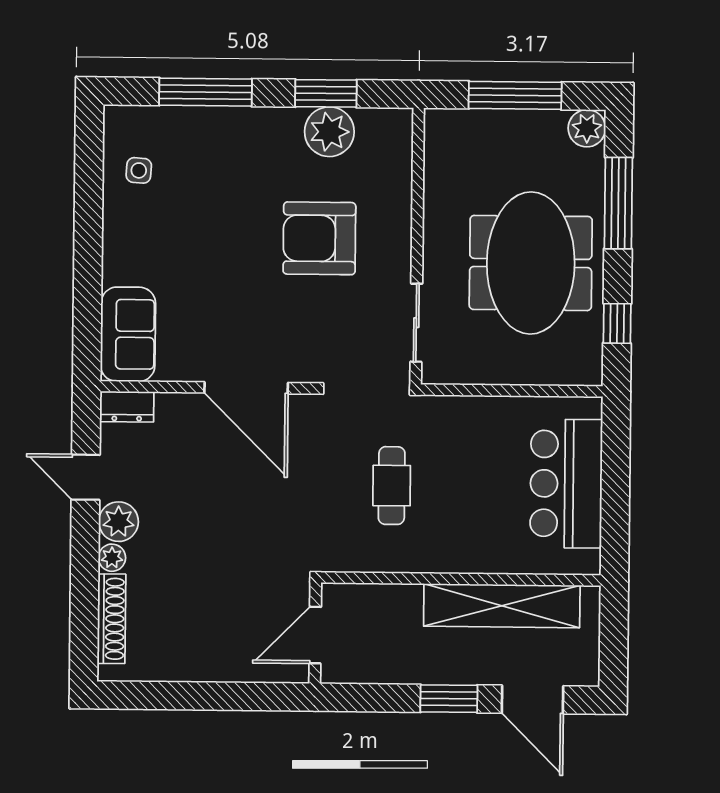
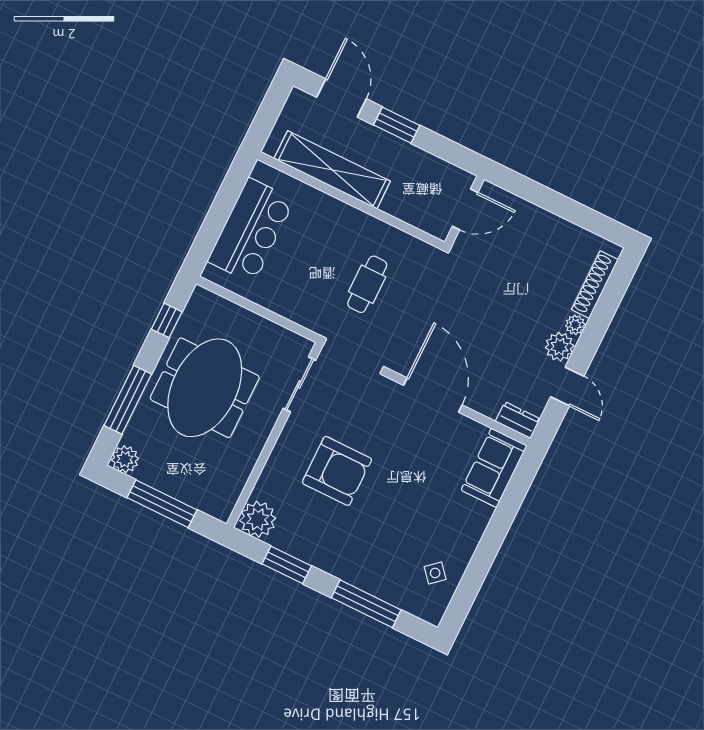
plant: (329, 132) -> (258, 519), moved
side table: (139, 170) -> (435, 573), turned 45

